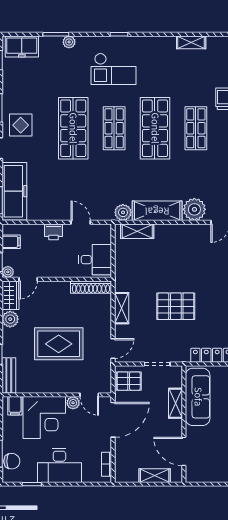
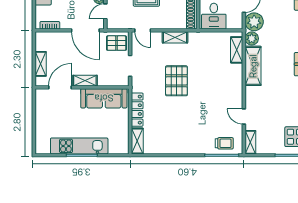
plant: (194, 209) -> (254, 22), moved
pallet: (129, 381) -> (116, 43), turned 90
shelving: (175, 403) -> (85, 81), moved

